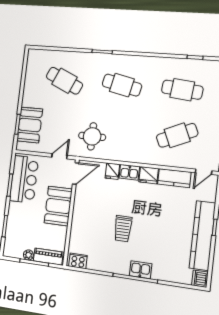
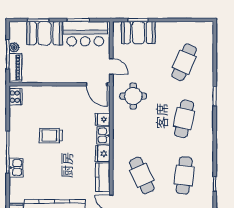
booth: (58, 206) -> (45, 33), moved
kitchen sink: (141, 270) -> (16, 168), moved

